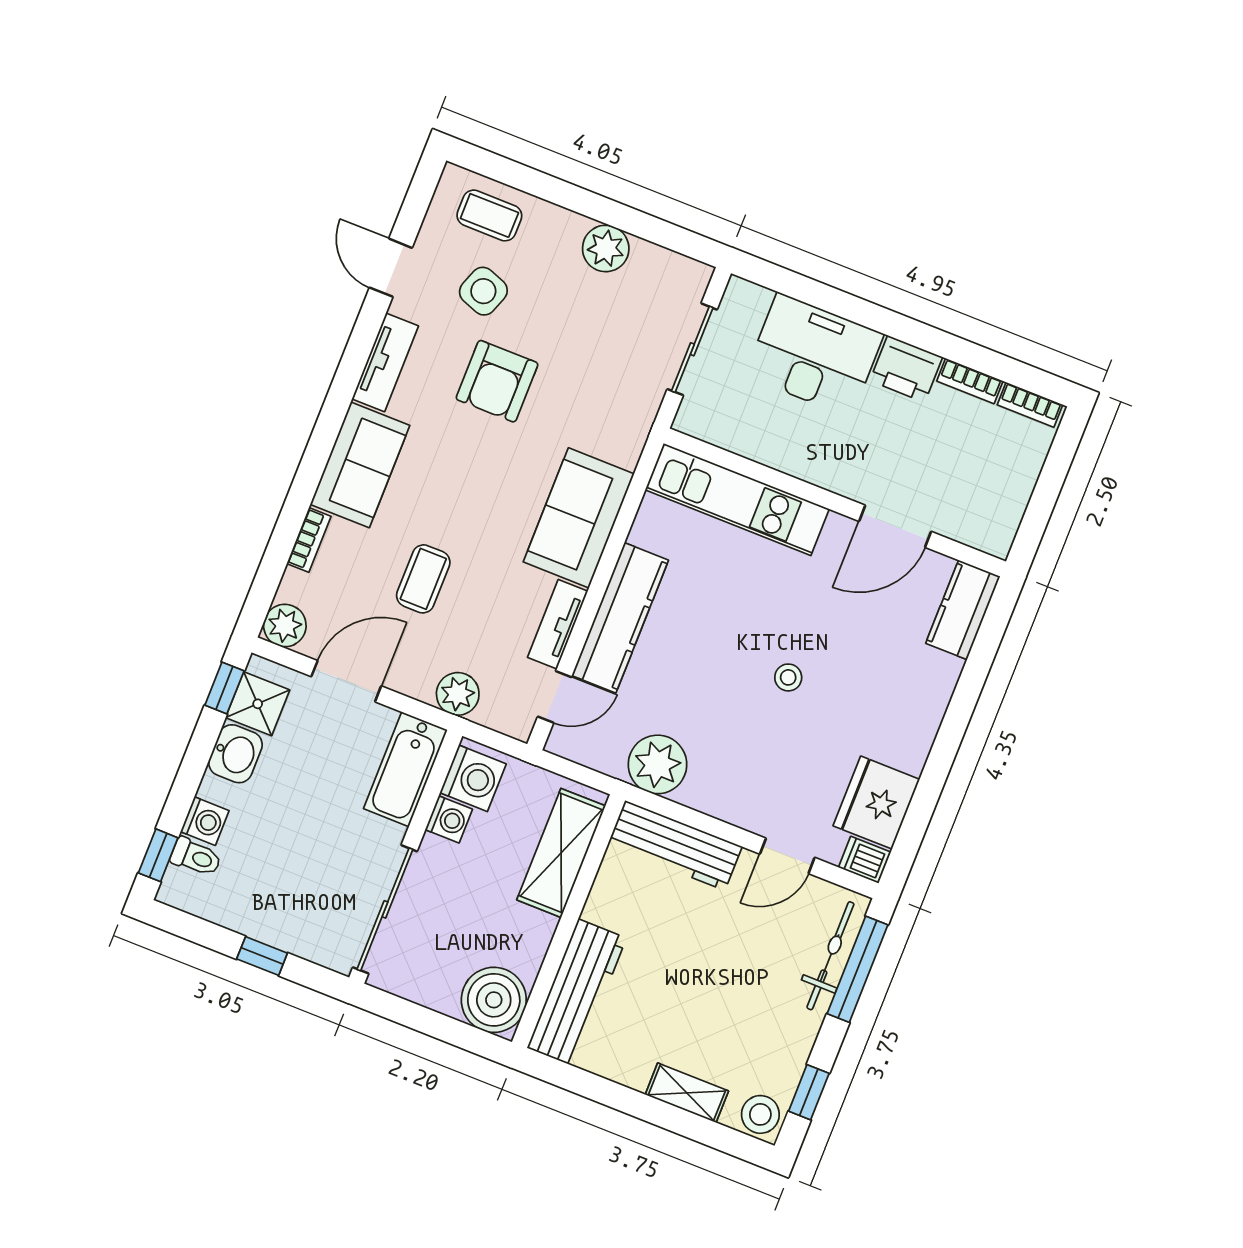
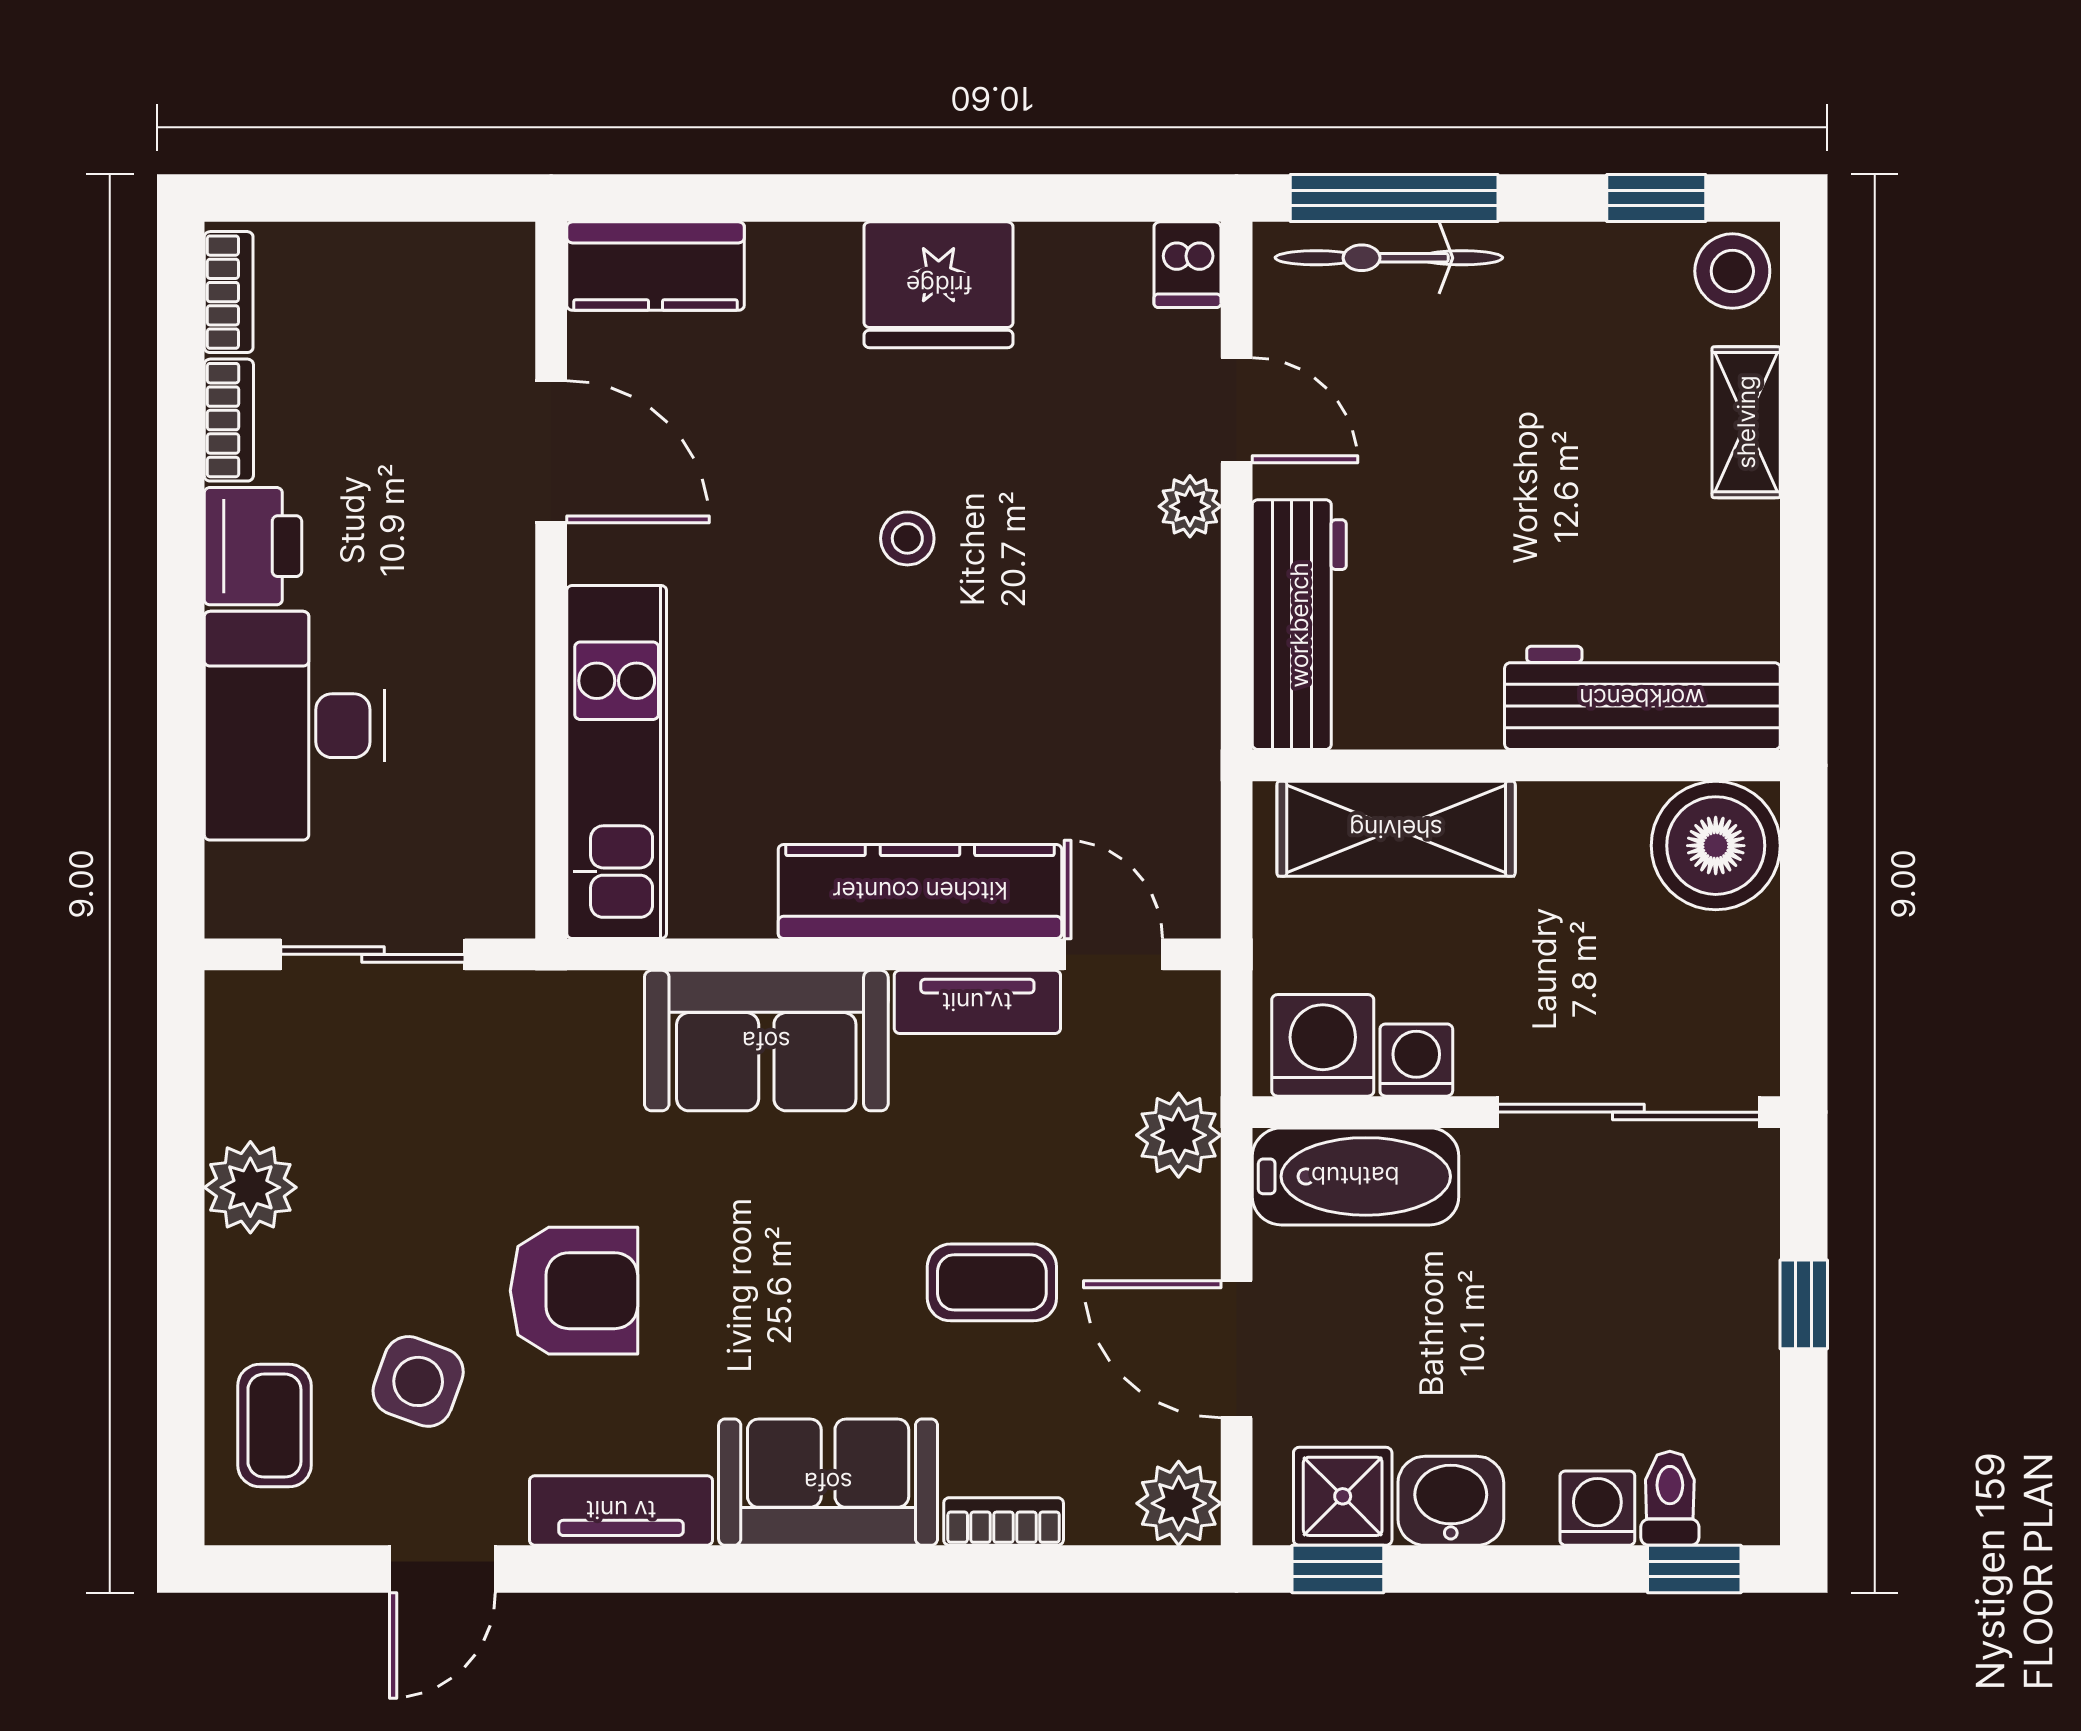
plant: (658, 764) -> (1190, 506), moved, width x0.53, depth x0.53
fridge: (876, 803) -> (939, 285), moved

